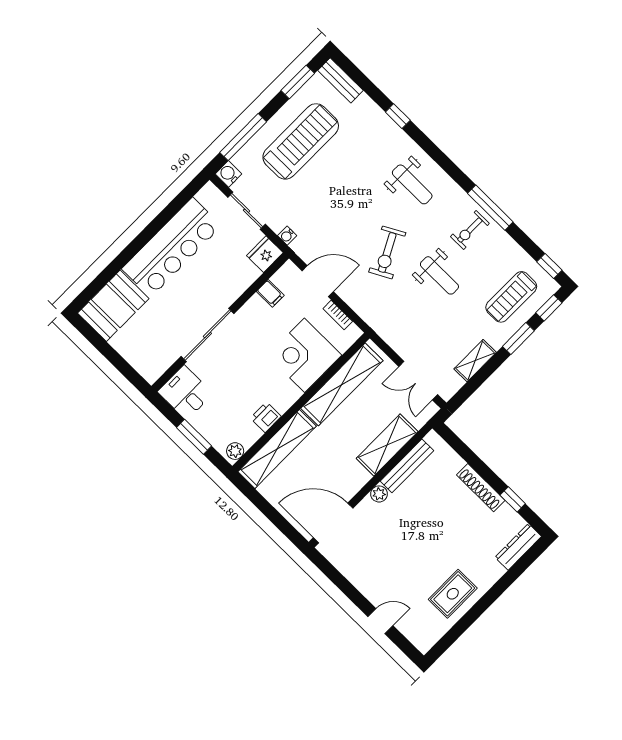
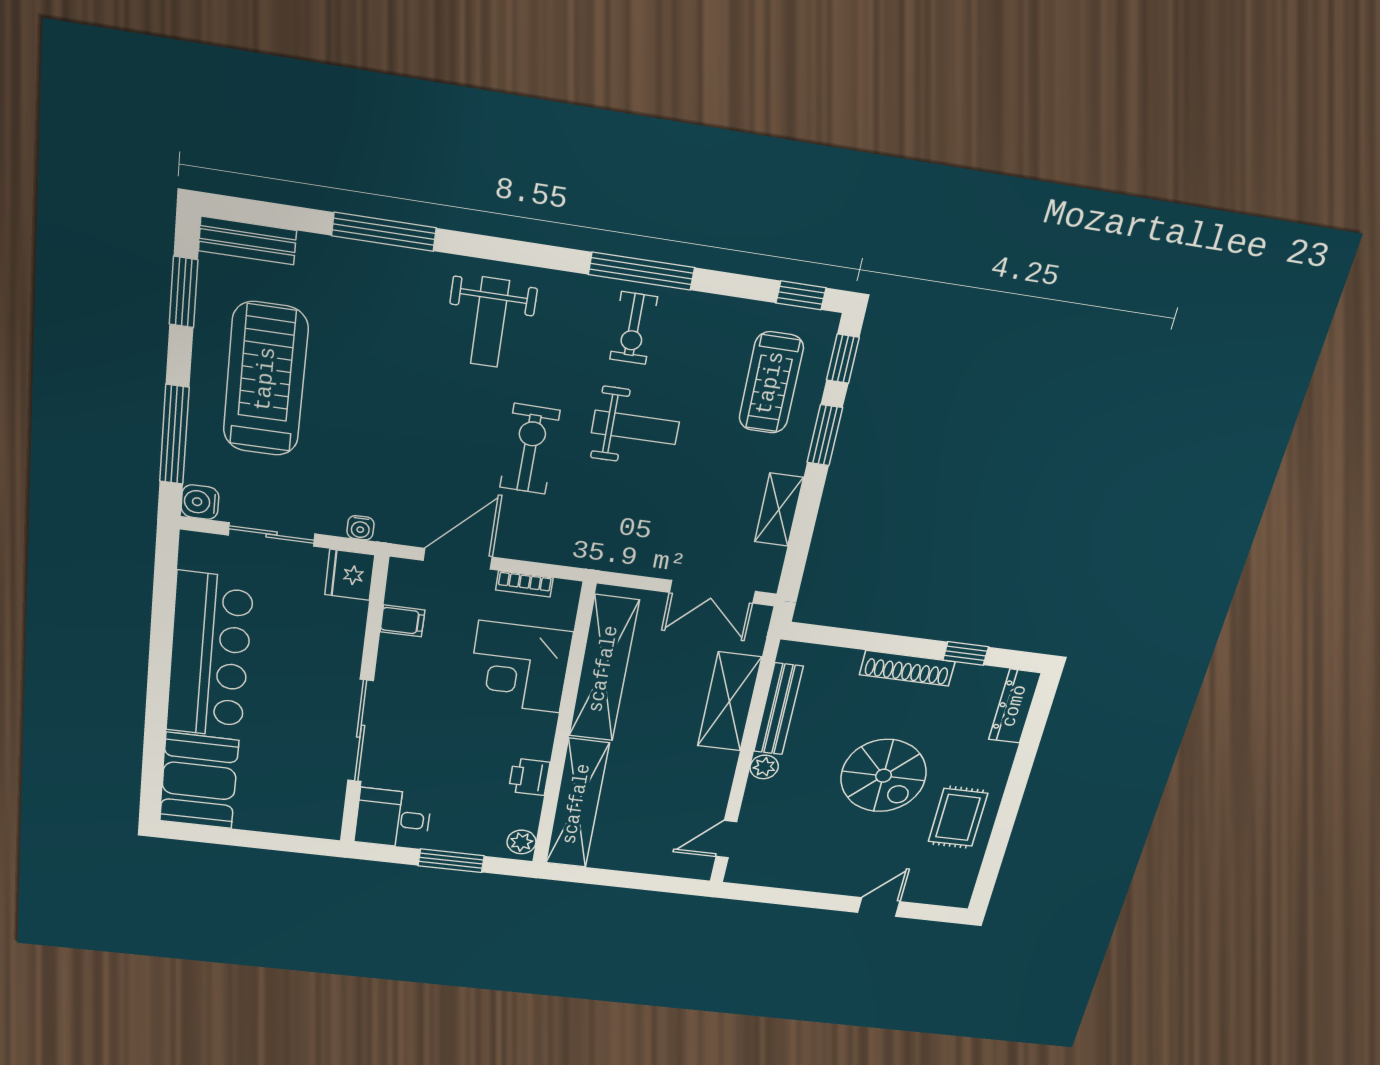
window: (398, 116) -> (384, 232), width x2.17
weight bench: (412, 184) -> (490, 322), turned 90
exercise bike: (387, 252) -> (530, 449), turned -151
door: (333, 523) -> (726, 839), width x0.53
spiral stairs: (432, 541) -> (884, 776), added

